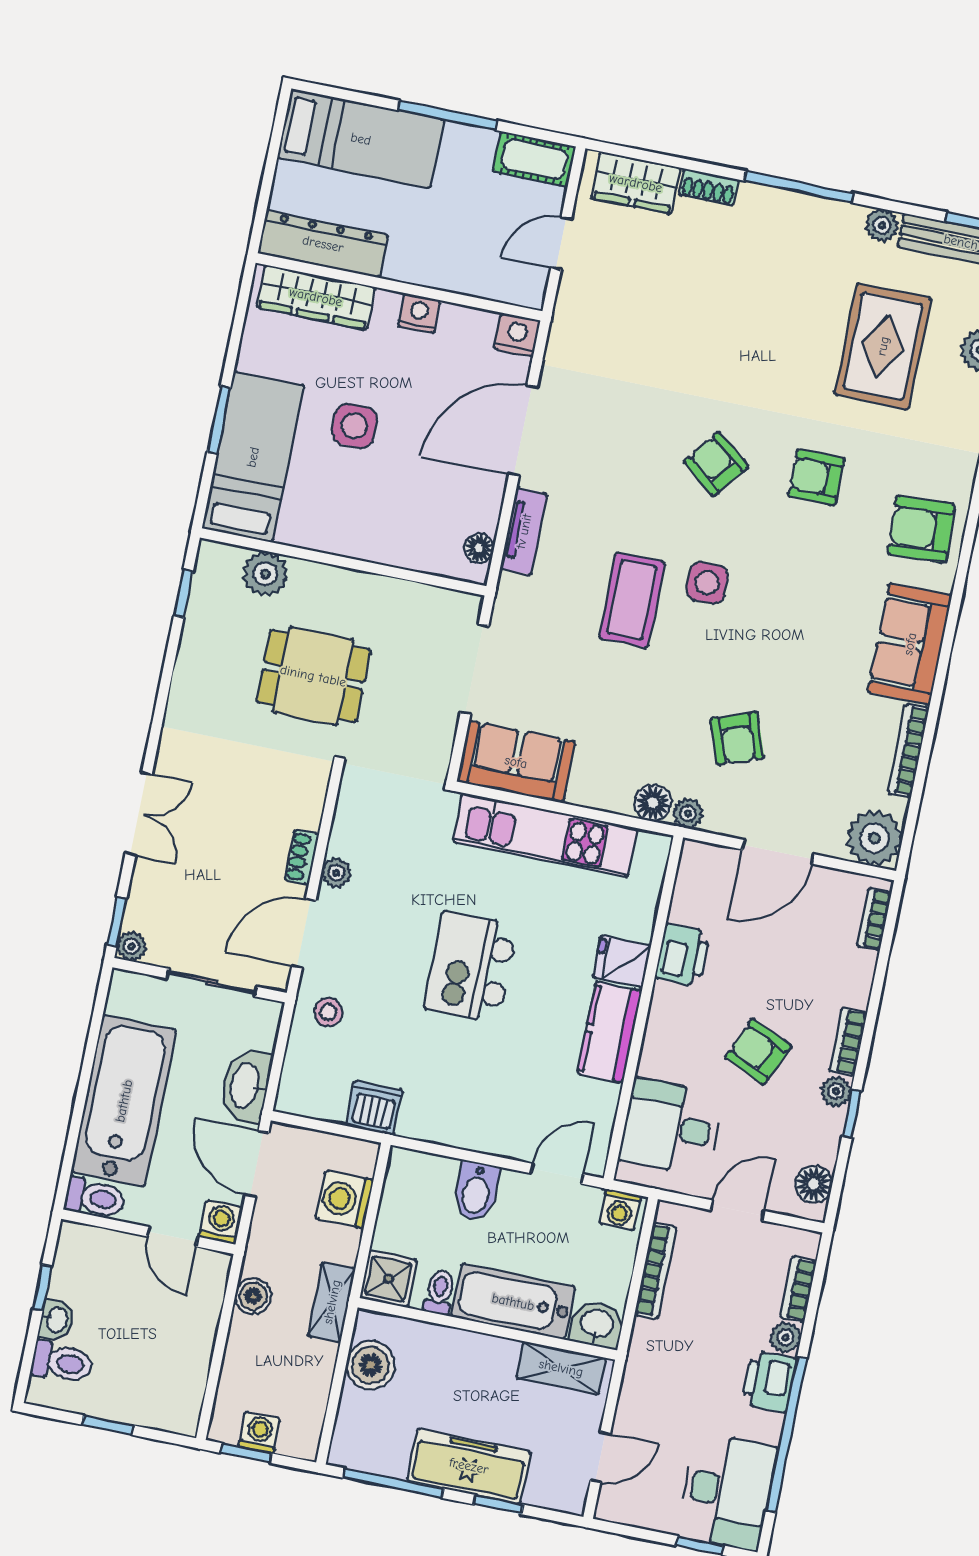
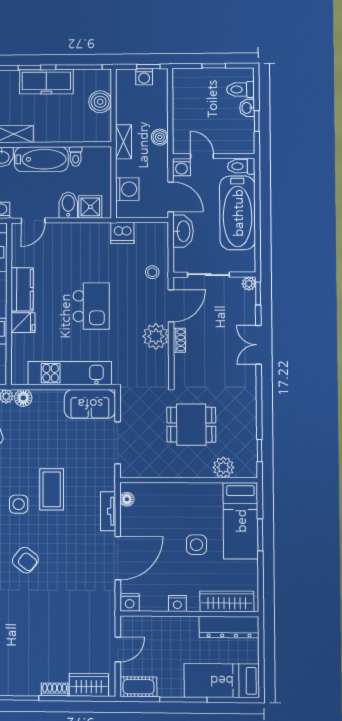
plant: (336, 873) -> (156, 336), width x1.87, depth x1.87
shower: (388, 1279) -> (90, 207), moved
boiler: (370, 1365) -> (100, 102), moved

